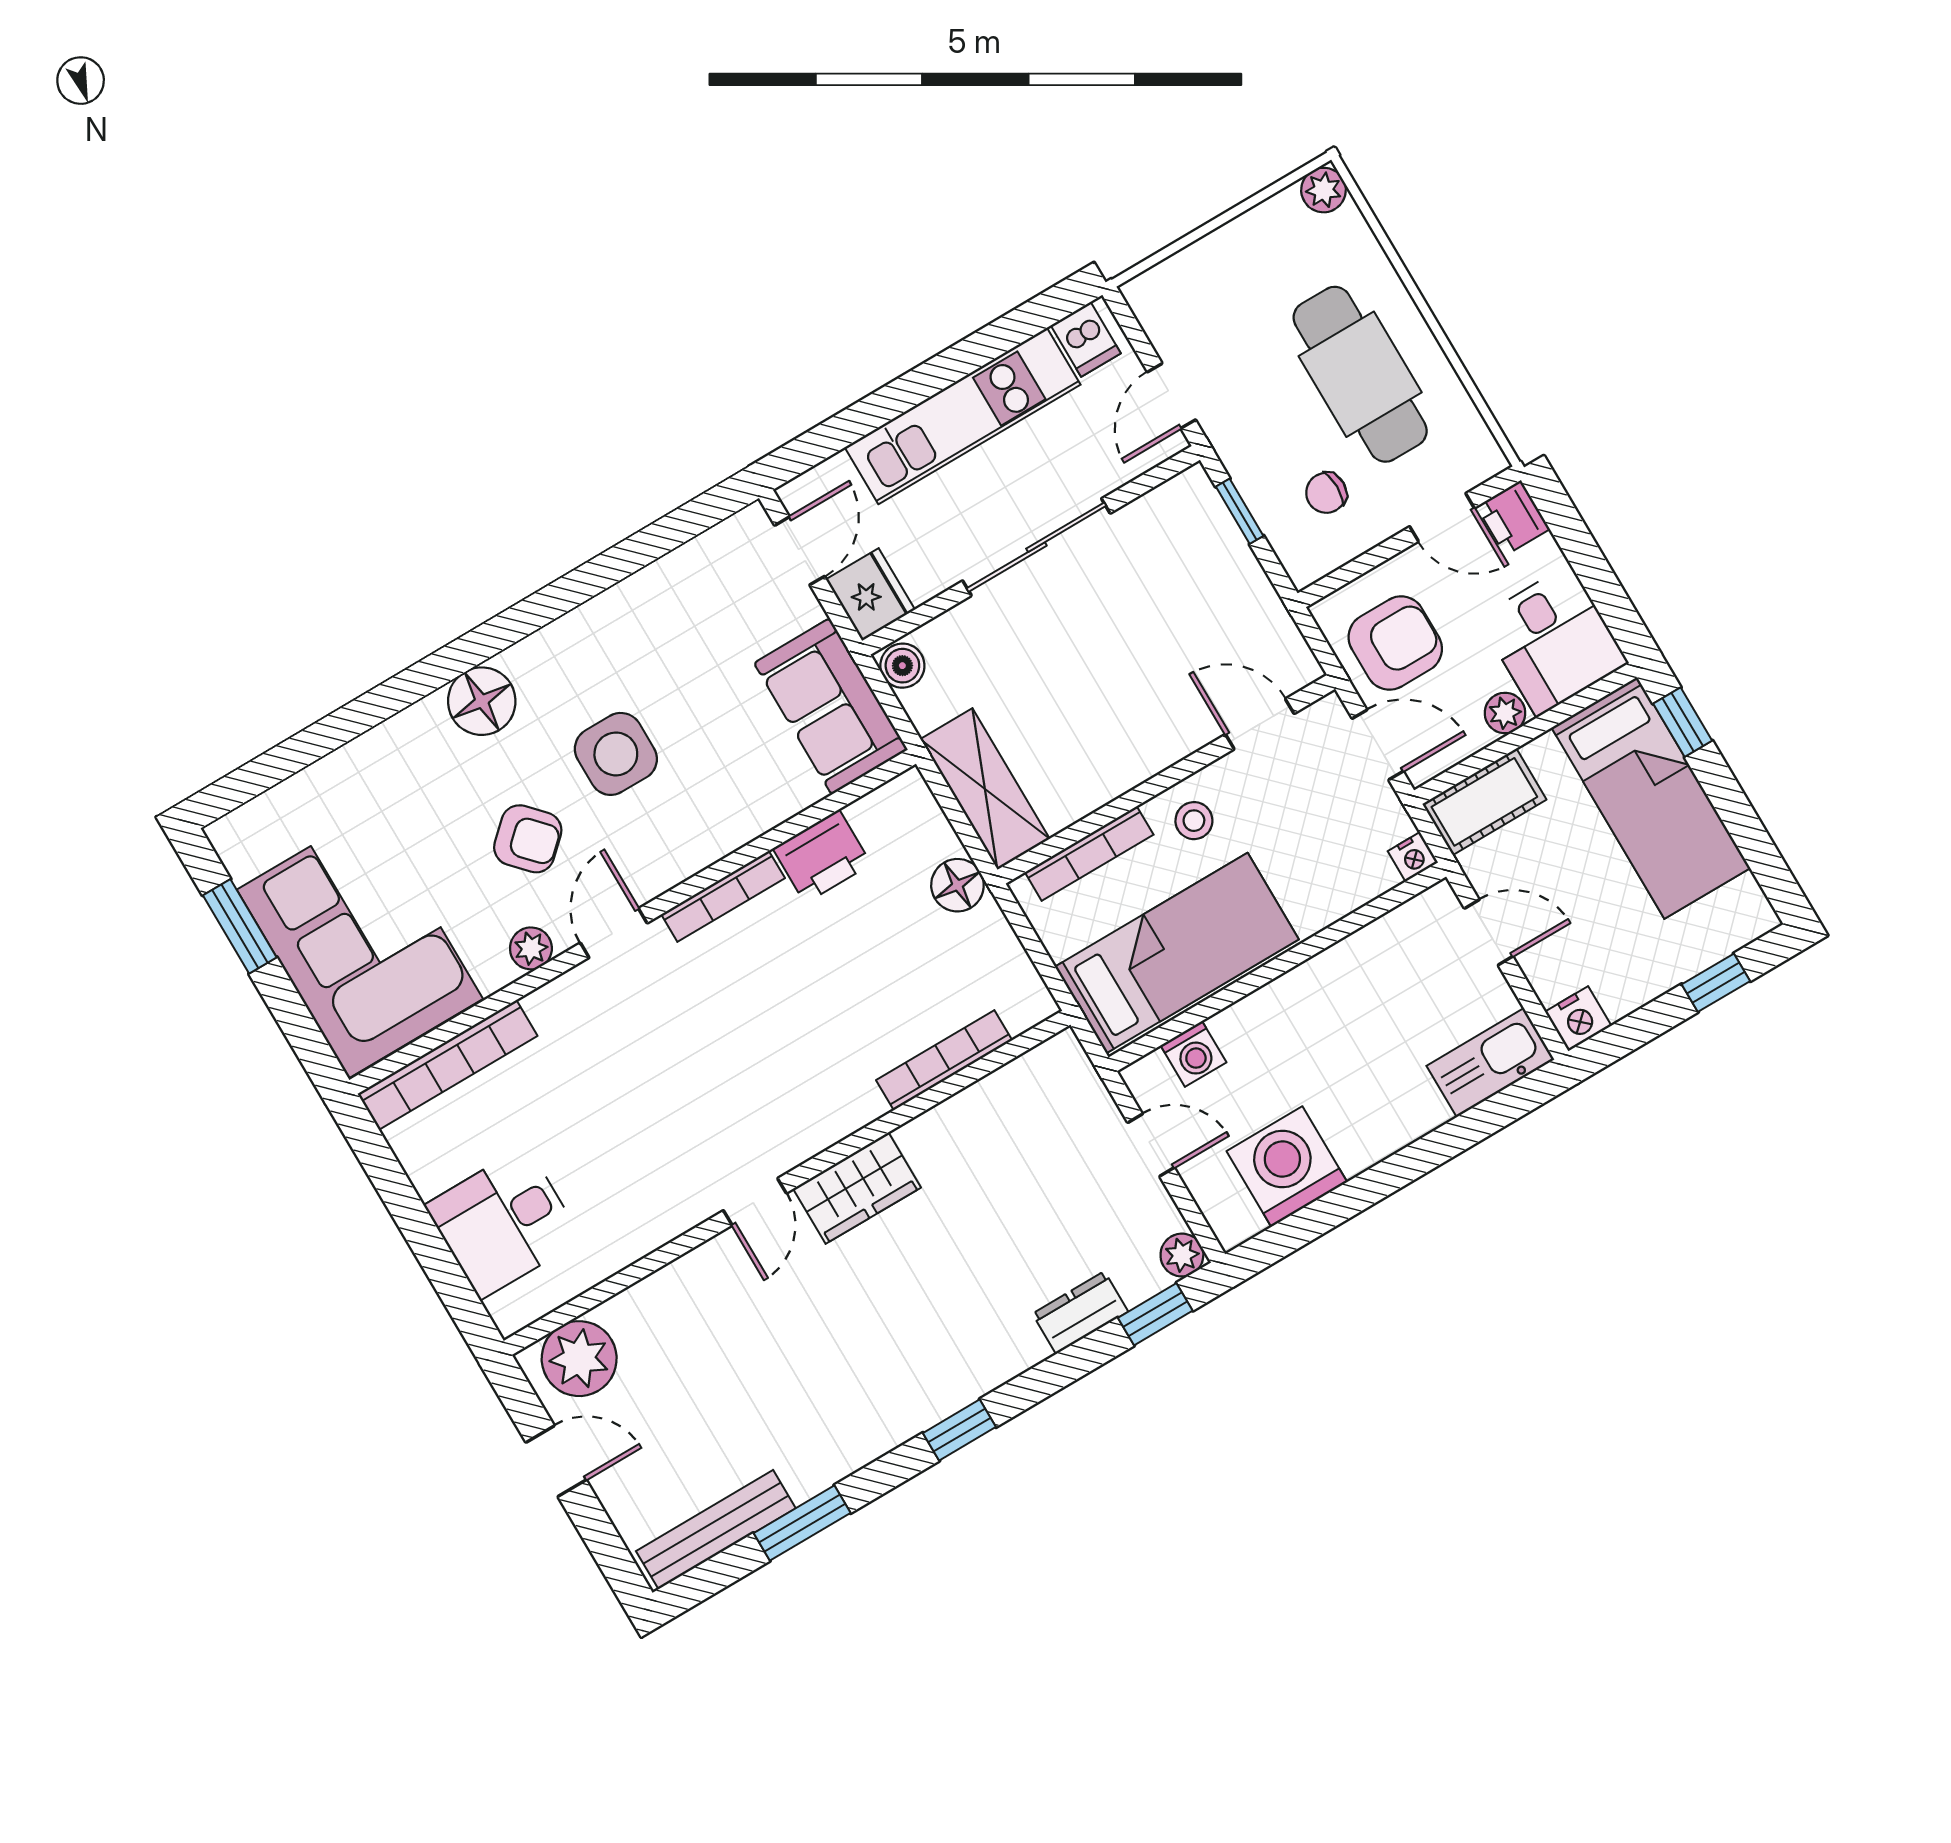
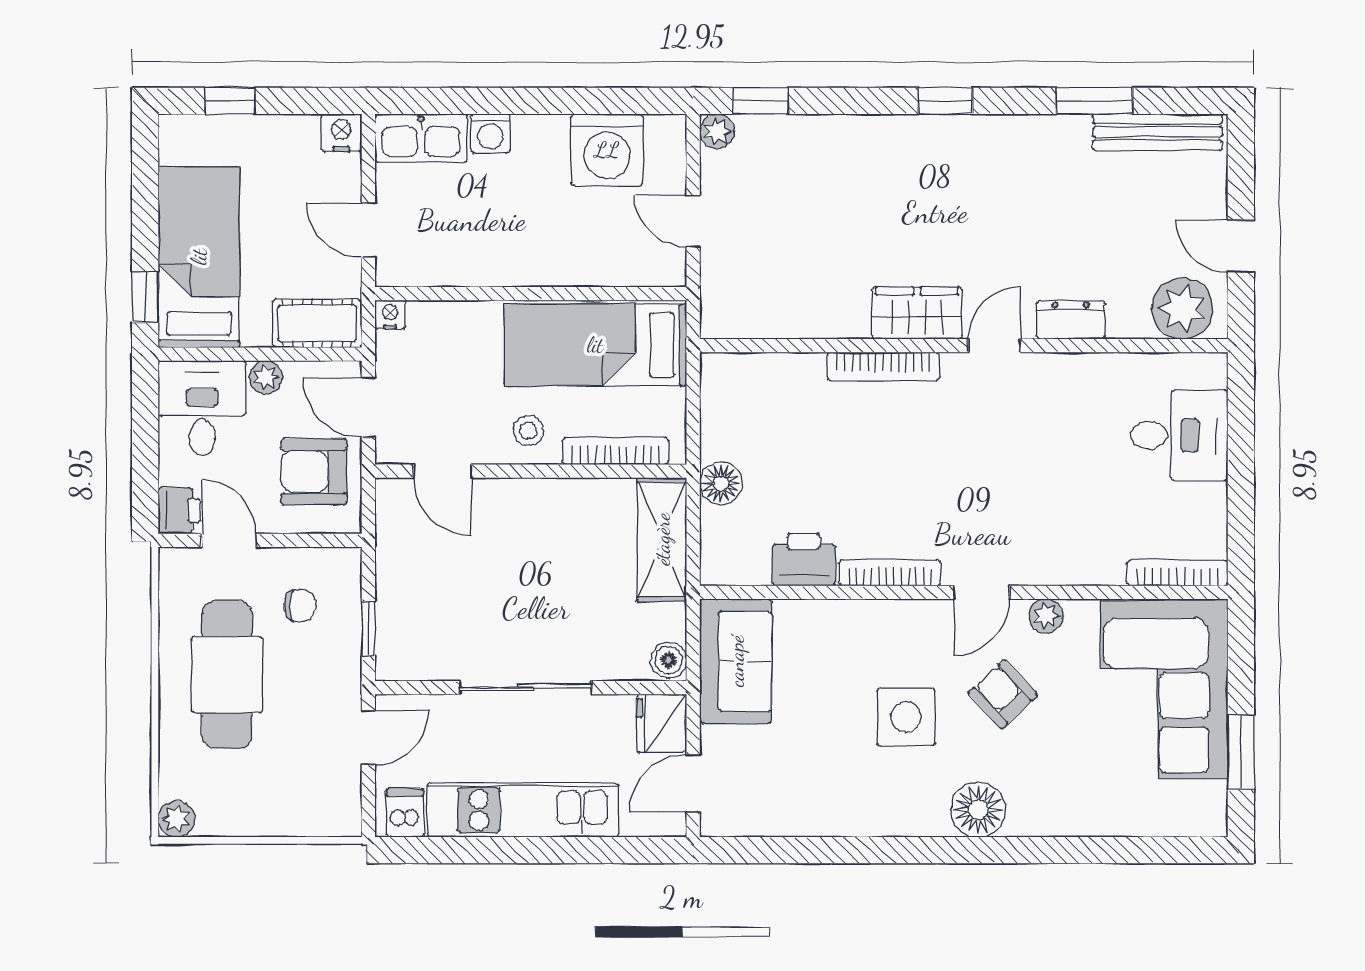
washing machine: (1193, 1054) -> (490, 133), moved, turned 180
bookcase: (944, 1060) -> (883, 366), moved
bookcase: (448, 1065) -> (1177, 573), width x0.68, depth x0.76
dresser: (1080, 1313) -> (1071, 320), moved, turned 180

